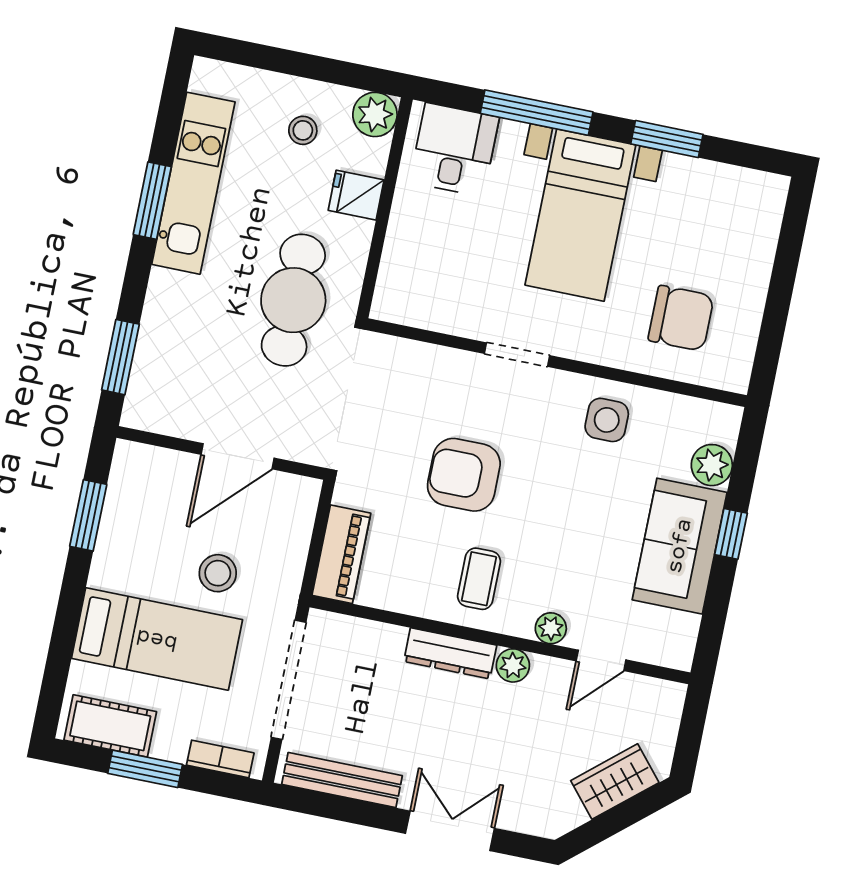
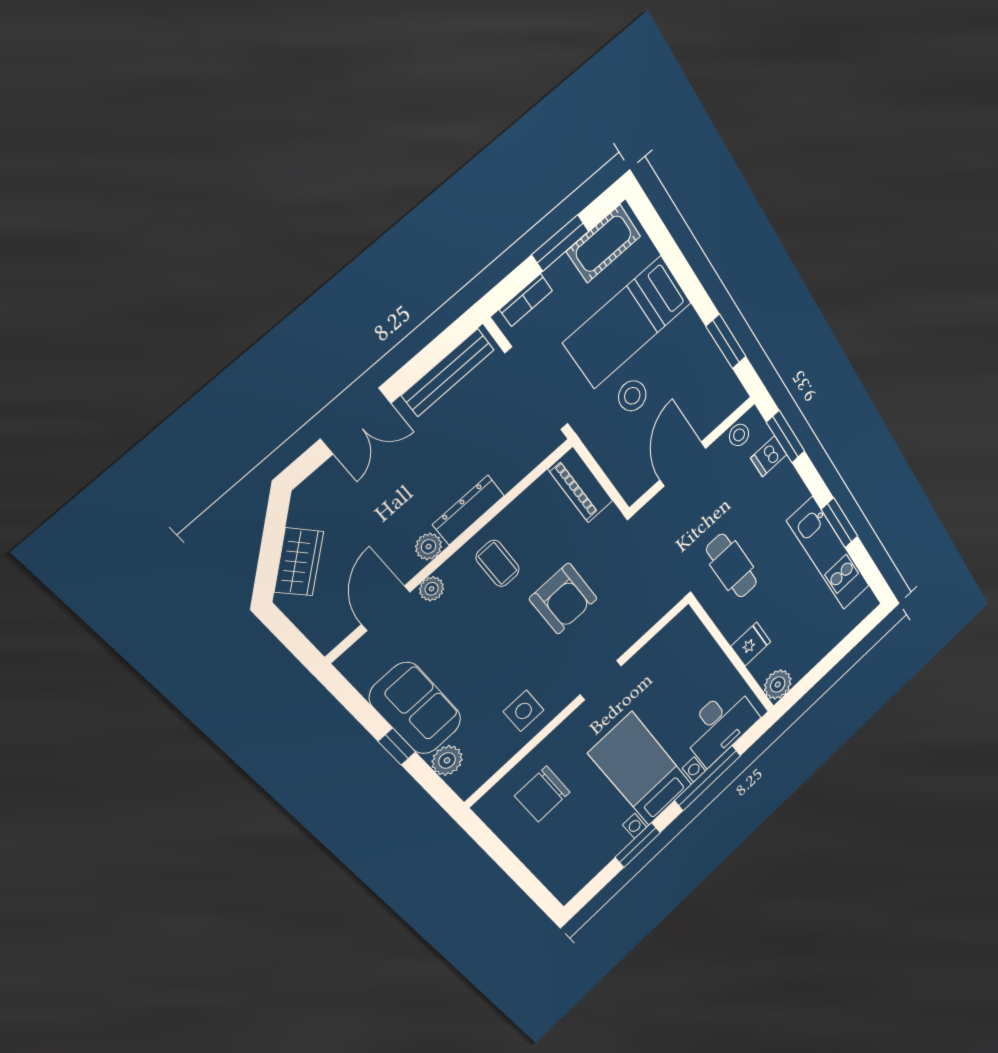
stool: (303, 130) -> (739, 435), moved
desk: (454, 150) -> (720, 725), width x1.37
cafe table: (293, 300) -> (732, 566), width x0.73, depth x0.74
dishwasher: (154, 360) -> (769, 456), added
armchair: (464, 475) -> (563, 599), turned 90
door: (601, 660) -> (386, 608), width x1.38

